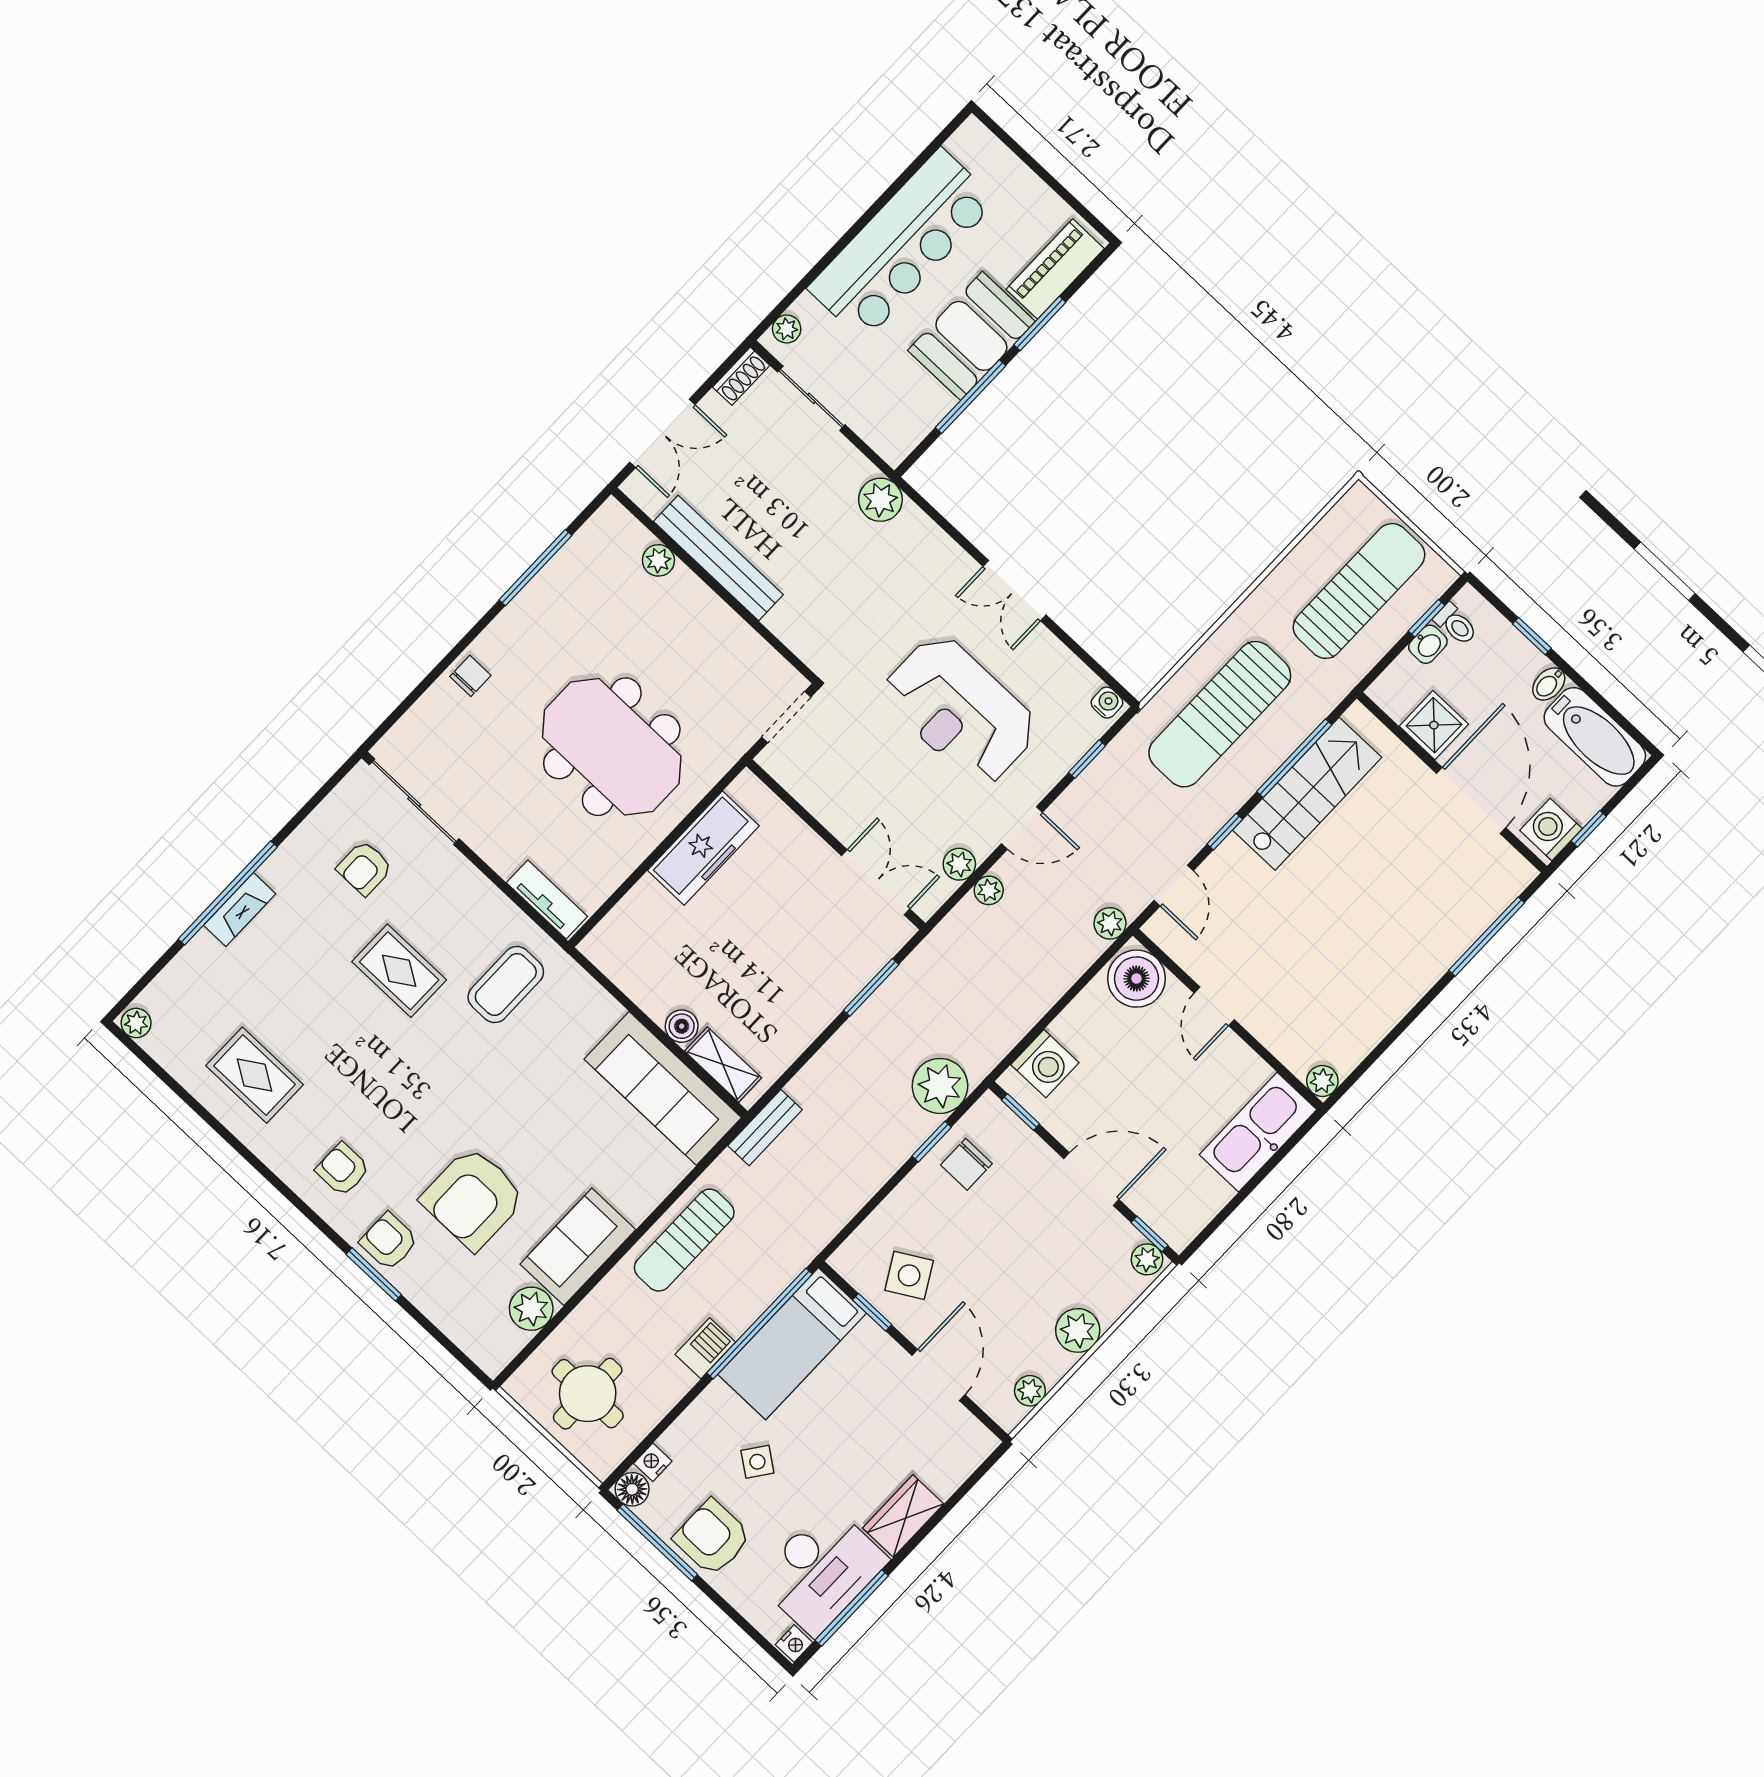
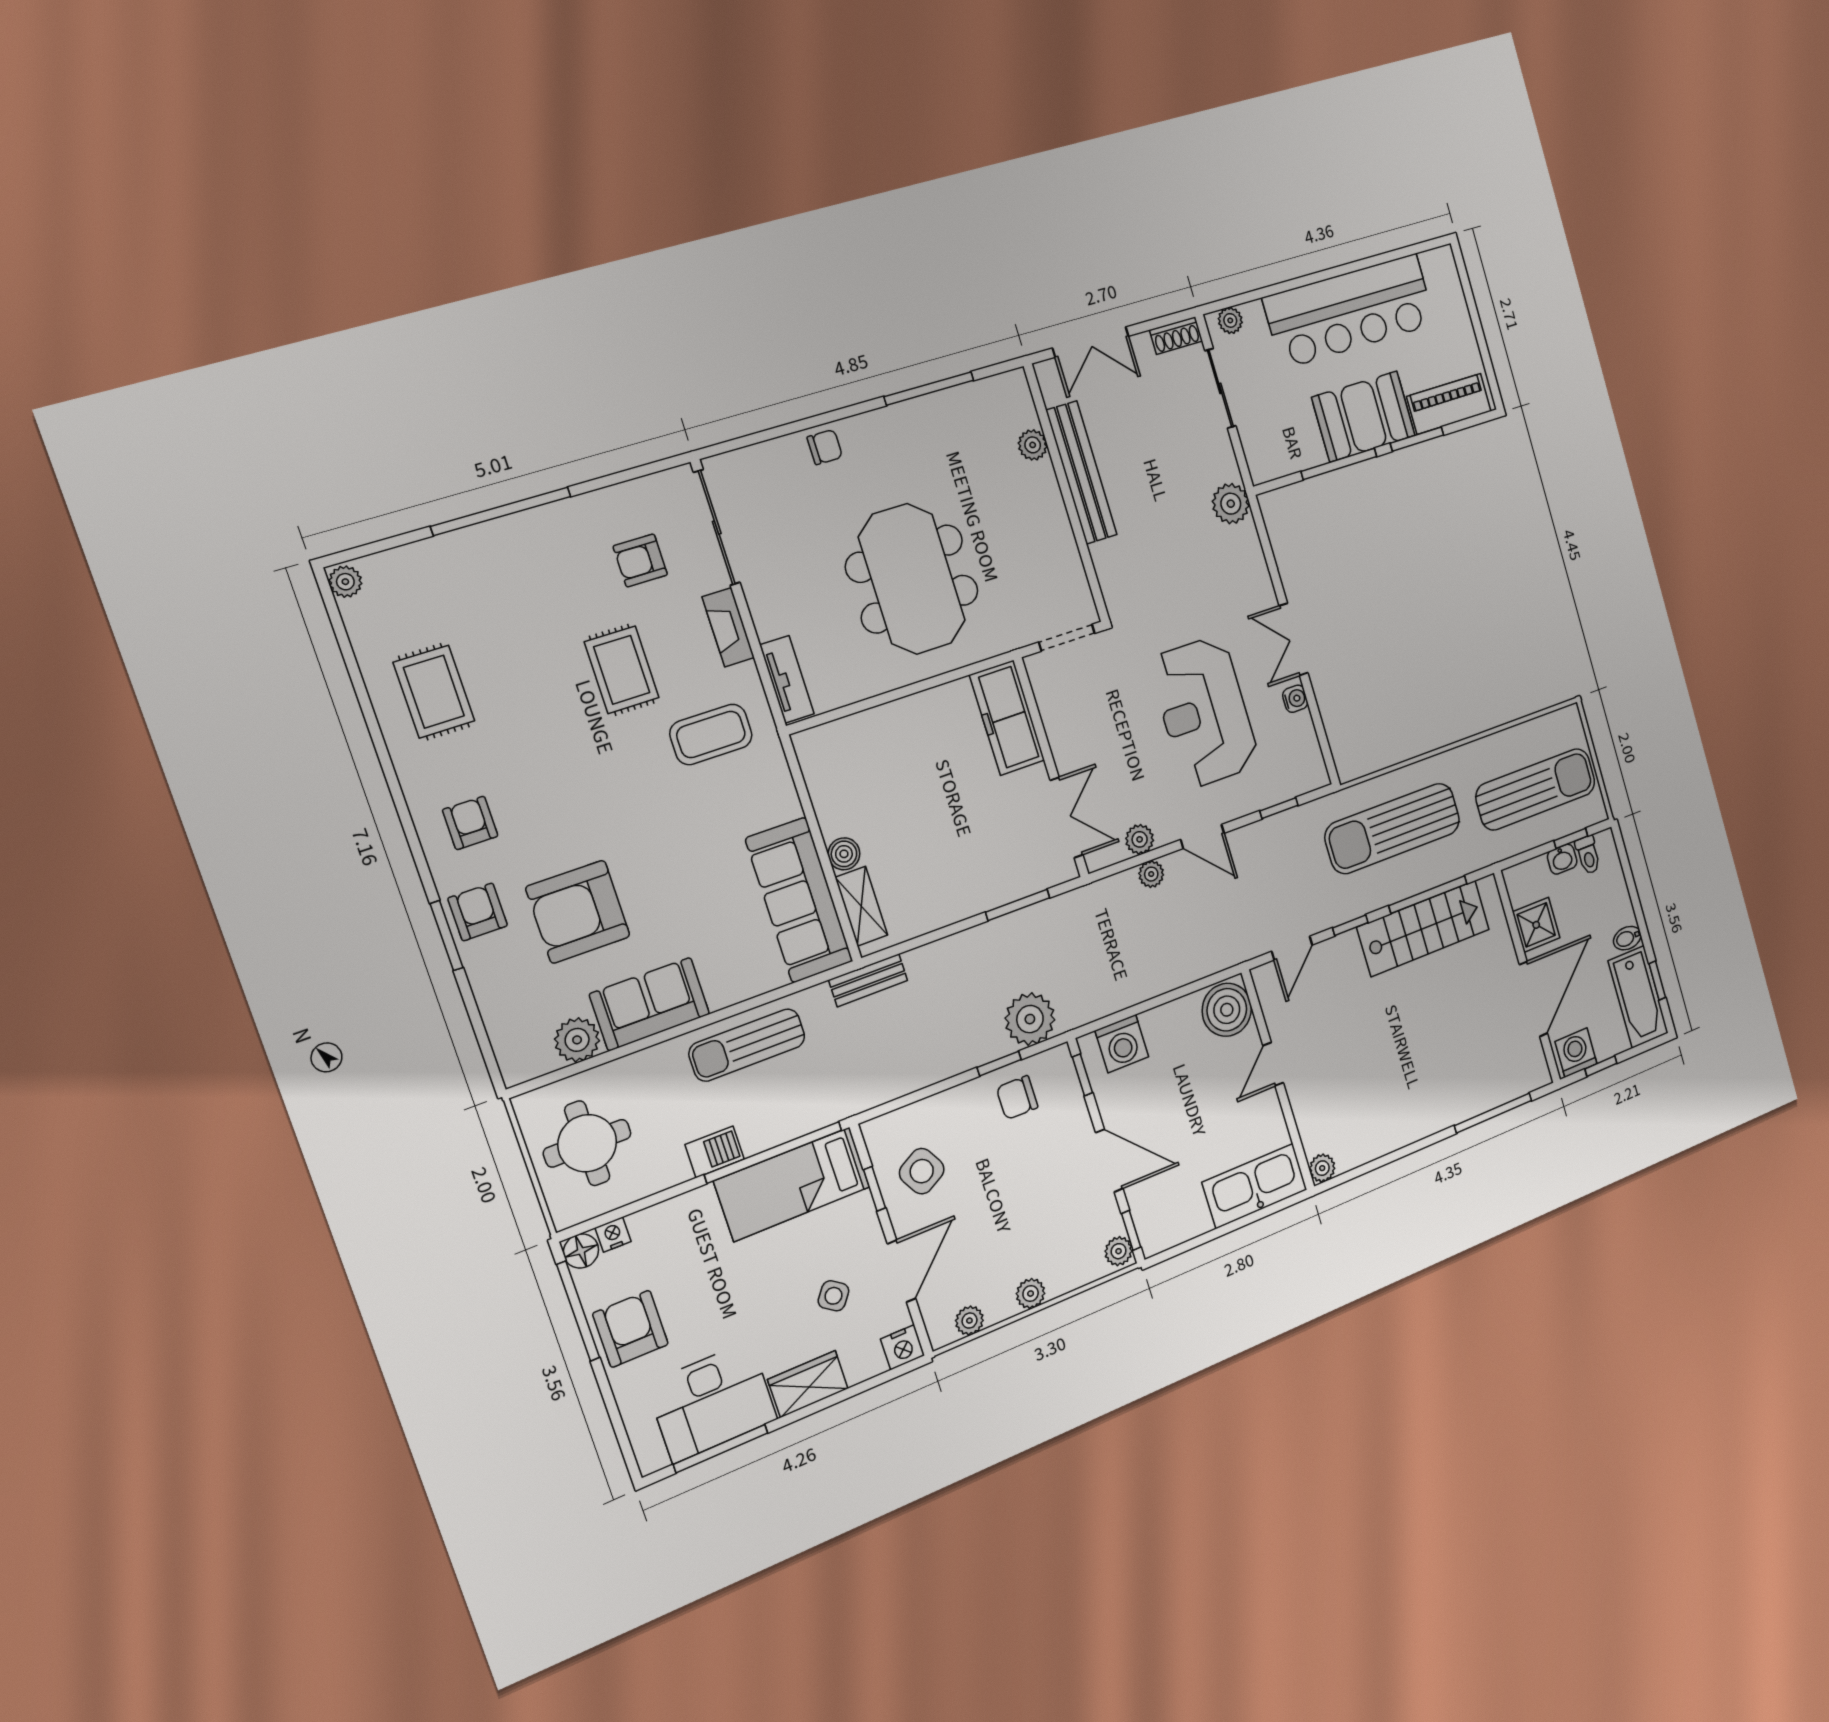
window: (1532, 636) -> (1657, 981), moved
water cooler: (1107, 703) -> (1295, 699), moved
freezer: (703, 848) -> (1007, 718), moved, turned 90
fireplace: (240, 910) -> (728, 627), moved, turned 90
plant: (1110, 923) -> (1229, 953), removed
plant: (1078, 1330) -> (1031, 1294), width x0.73, depth x0.73
side table: (757, 1462) -> (833, 1296), moved
nightstand: (794, 1644) -> (903, 1347), moved, width x1.39, depth x1.35

